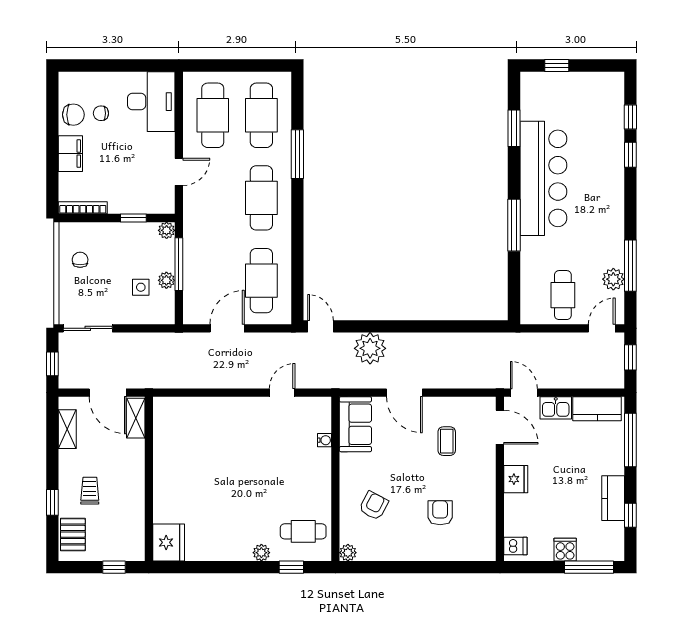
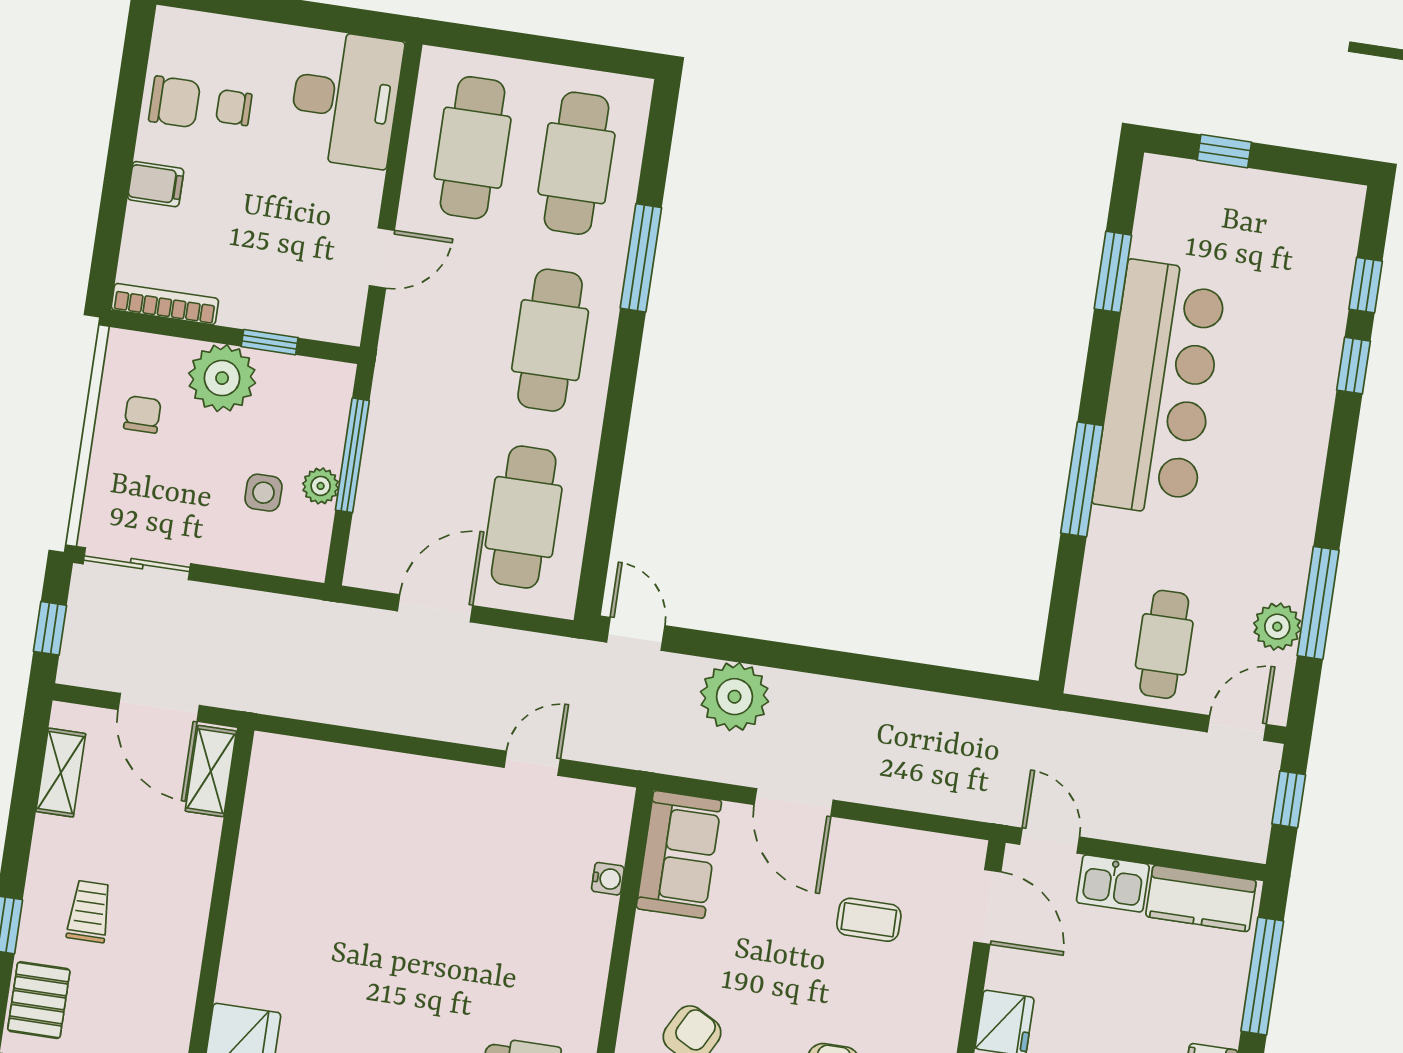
filing cabinet: (70, 154) -> (156, 184), width x0.50
plant: (167, 230) -> (222, 378), moved, width x1.88, depth x1.88
coffee table: (447, 441) -> (869, 920), turned 90

